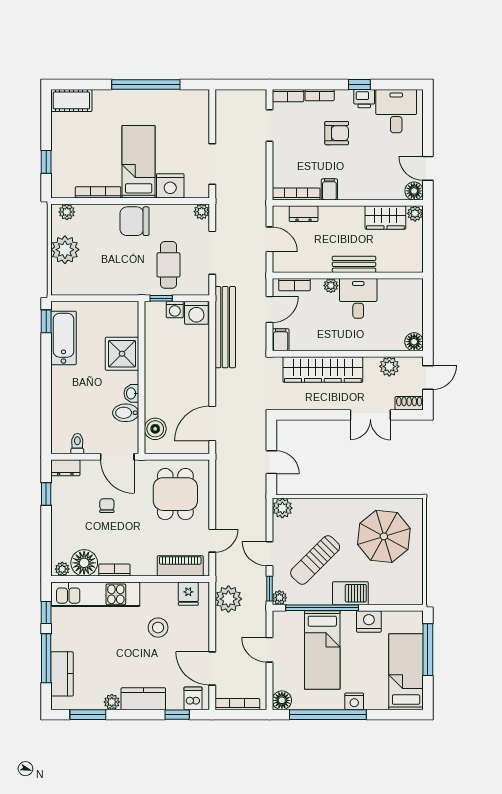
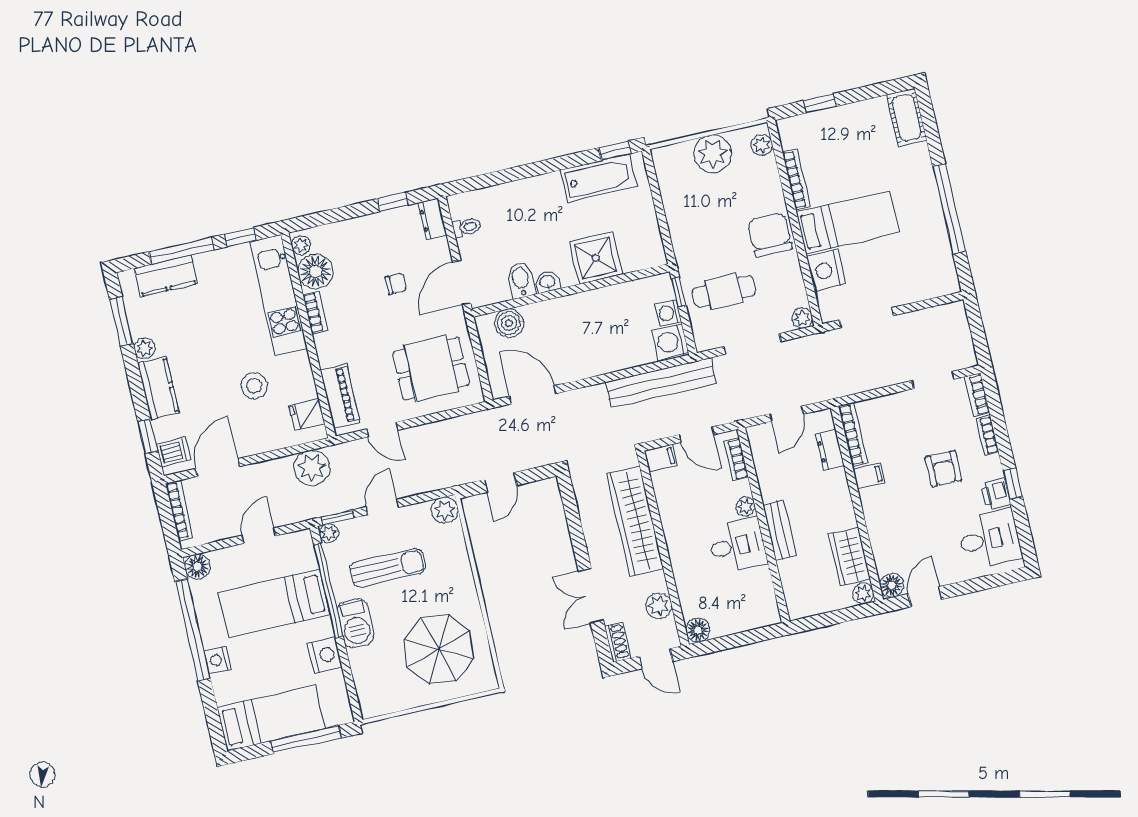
sun lounger: (315, 560) -> (388, 568), turned 135

